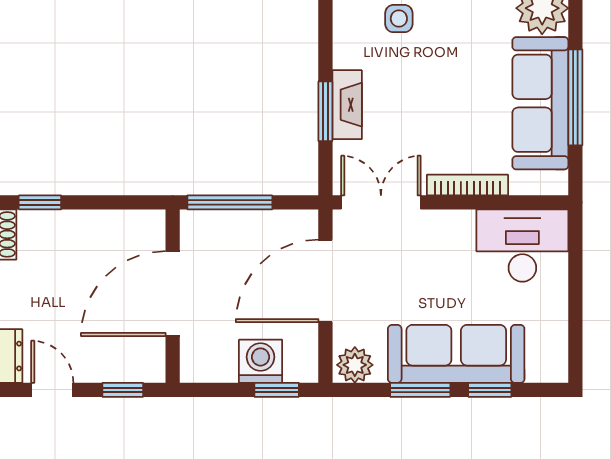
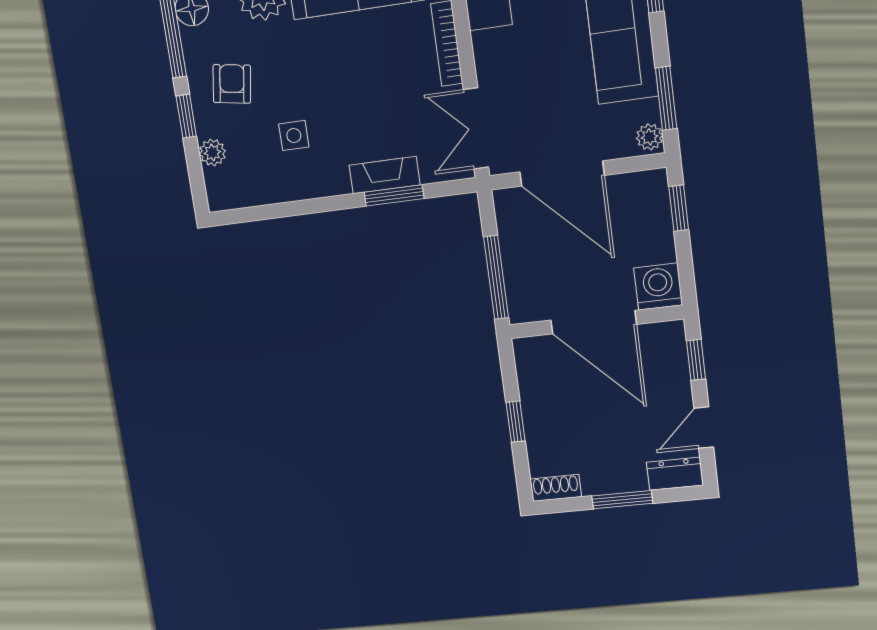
window: (40, 202) -> (516, 422), moved
washing machine: (261, 361) -> (658, 287), moved, turned 90
plant: (355, 365) -> (650, 137), width x0.73, depth x0.73
window: (420, 390) -> (666, 98), moved

